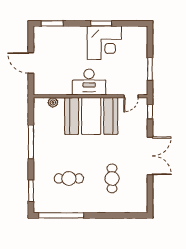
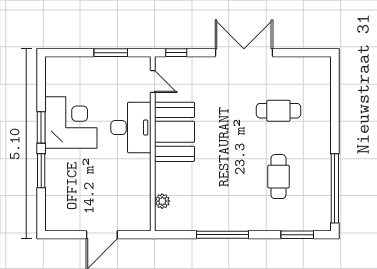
window: (52, 23) -> (41, 171), moved
desk: (89, 82) -> (131, 128), moved
booth: (91, 116) -> (175, 132), width x0.73, depth x0.70

